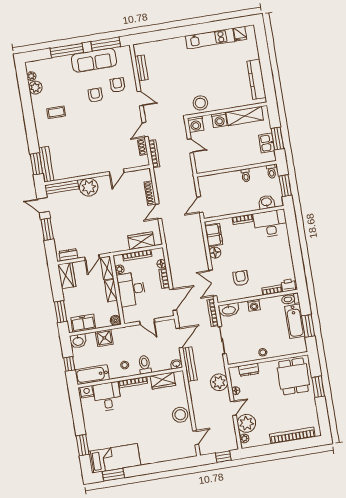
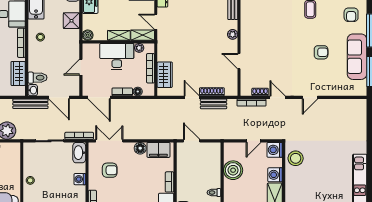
bench: (141, 68) -> (214, 104), moved
armchair: (117, 85) -> (351, 15), moved, turned 90
boiler: (221, 161) -> (233, 170), added
plant: (89, 187) -> (233, 34), width x0.53, depth x0.53
toilet: (145, 365) -> (37, 78), moved
dresser: (249, 370) -> (15, 163), removed

